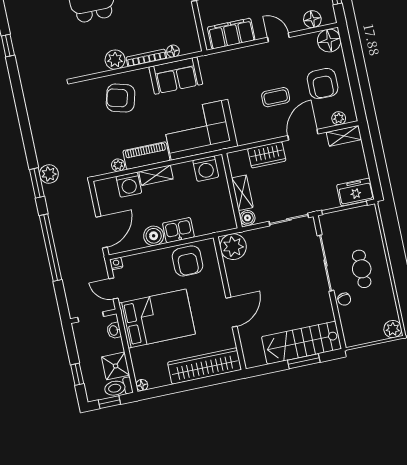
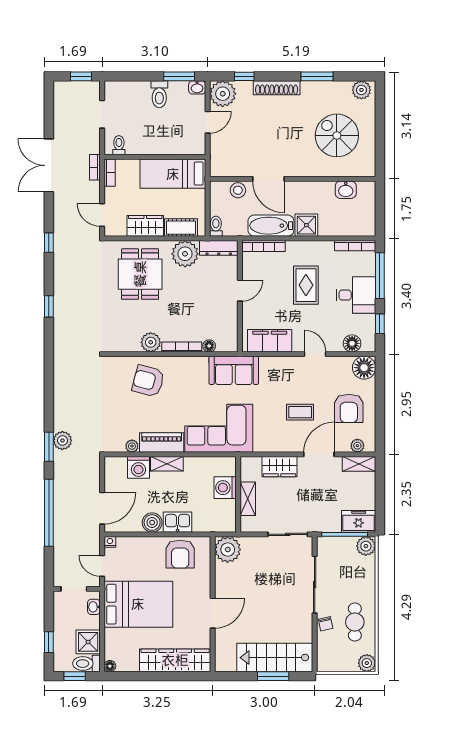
sofa: (176, 76) -> (234, 370), moved
washing machine: (206, 169) -> (225, 488), moved, turned 90
plant: (368, 215) -> (366, 546), added
boiler: (247, 218) -> (248, 524), removed
cafe table: (362, 269) -> (355, 622), moved

